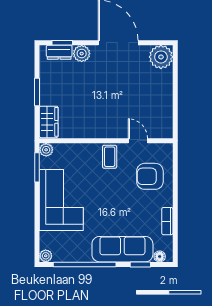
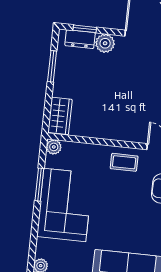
window: (37, 92) -> (52, 66), moved
coffee table: (110, 157) -> (124, 162), turned 90
window: (37, 167) -> (39, 185), moved

